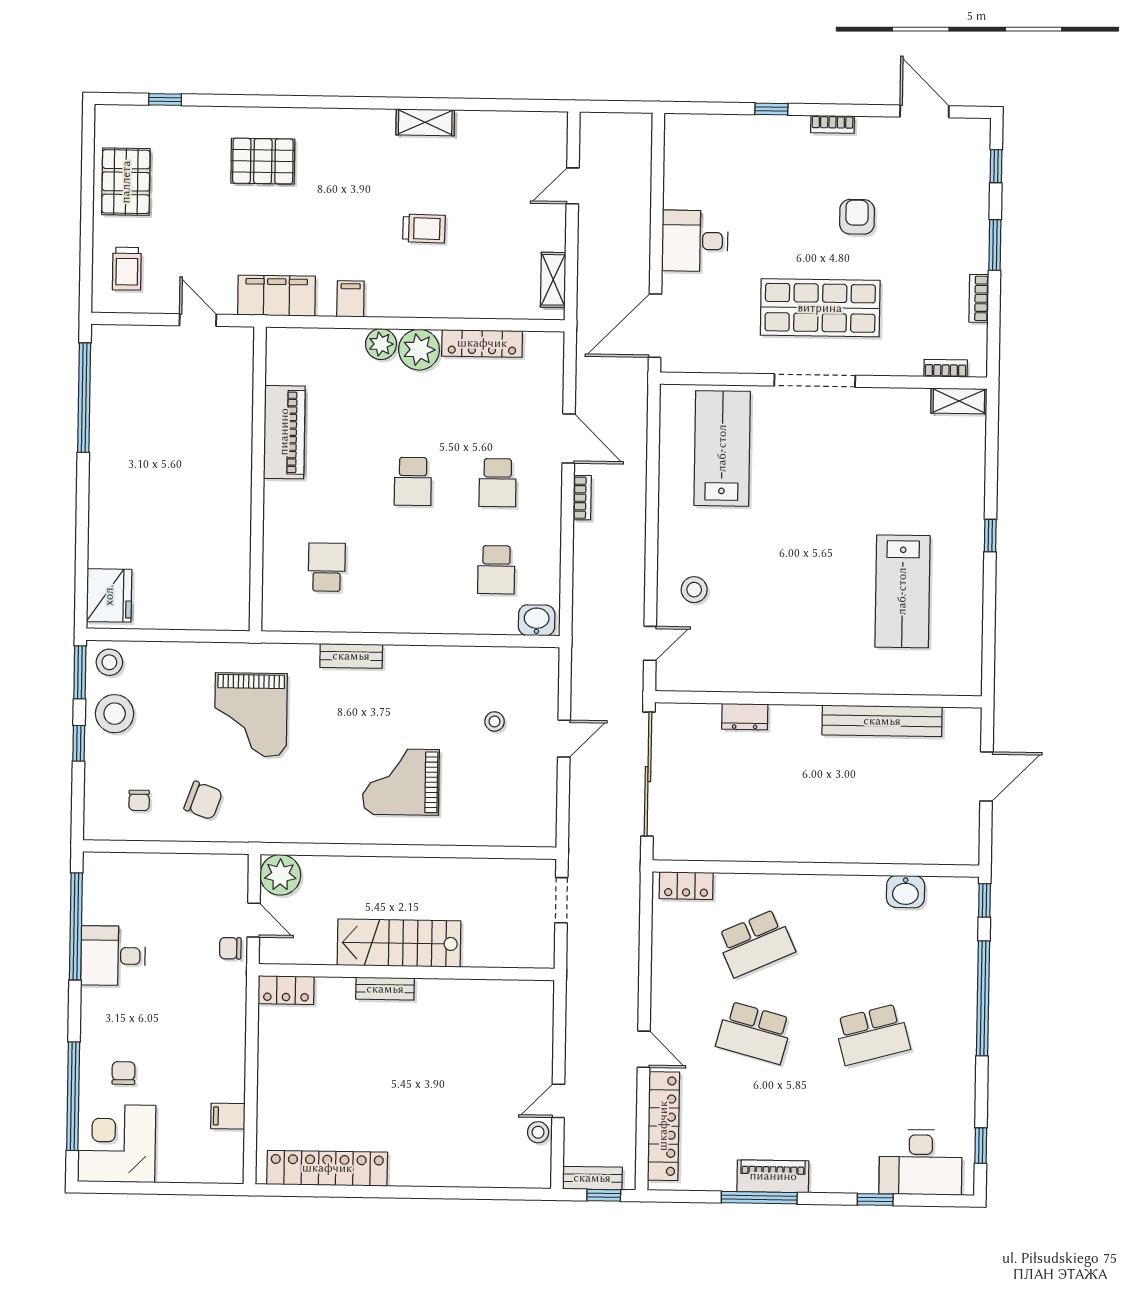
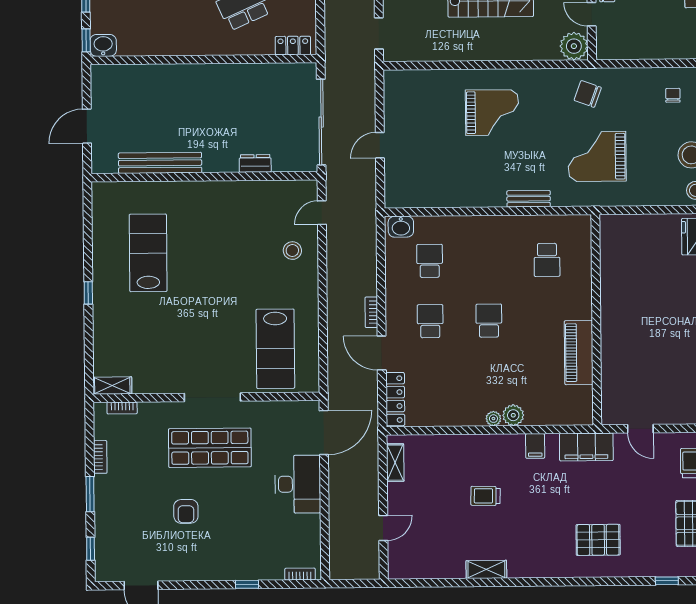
bookcase: (833, 124) -> (300, 574), moved
desk: (695, 241) -> (298, 484), width x1.37
locker: (482, 343) -> (395, 399), moved, turned 90
plant: (419, 350) -> (493, 419), width x0.53, depth x0.53
grand piano: (251, 715) -> (597, 156), turned -90
stool: (495, 721) -> (428, 156), removed
chair: (203, 800) -> (588, 94), moved
washbasin: (905, 892) -> (103, 45), moved

